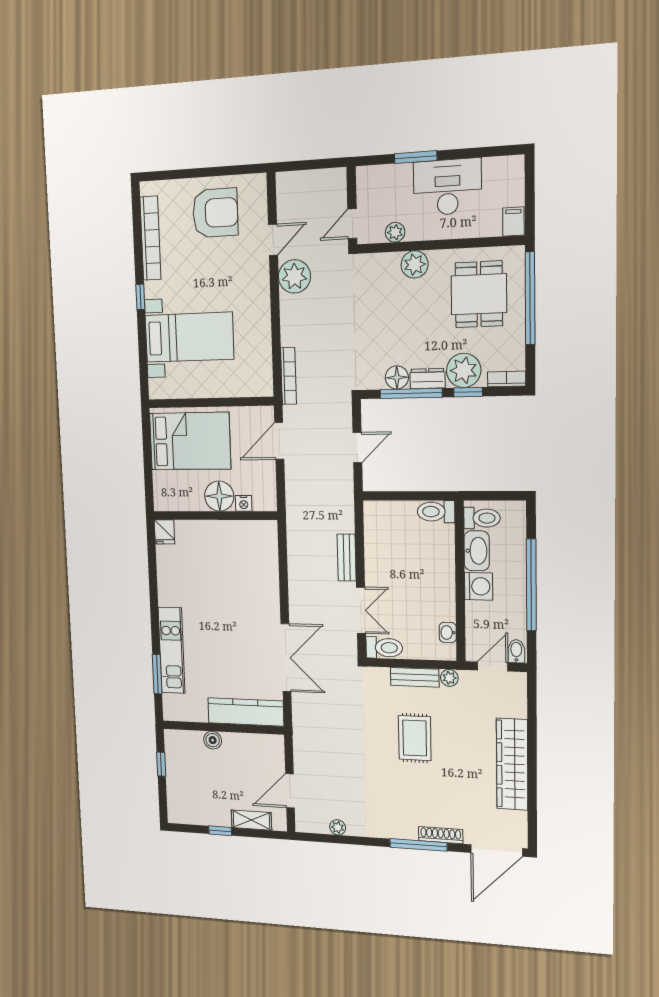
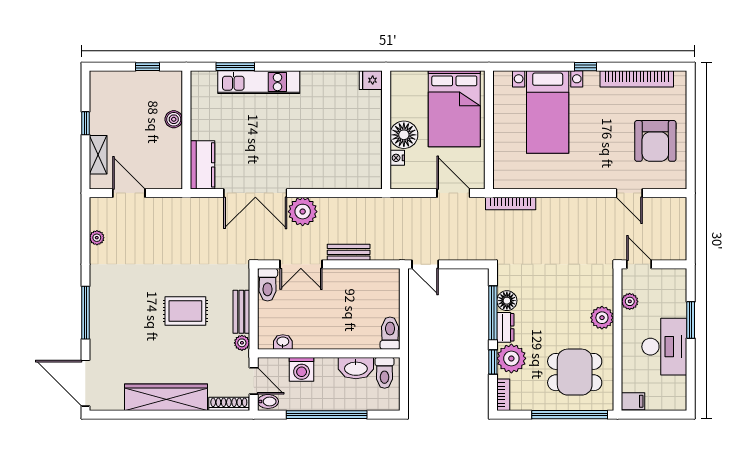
plant: (294, 276) -> (303, 212), moved
door: (357, 448) -> (425, 264), moved
washing machine: (479, 586) -> (302, 369), moved
kitchen counter: (246, 712) -> (202, 165), width x0.67
shoe rack: (441, 835) -> (229, 404), moved, turned -90

